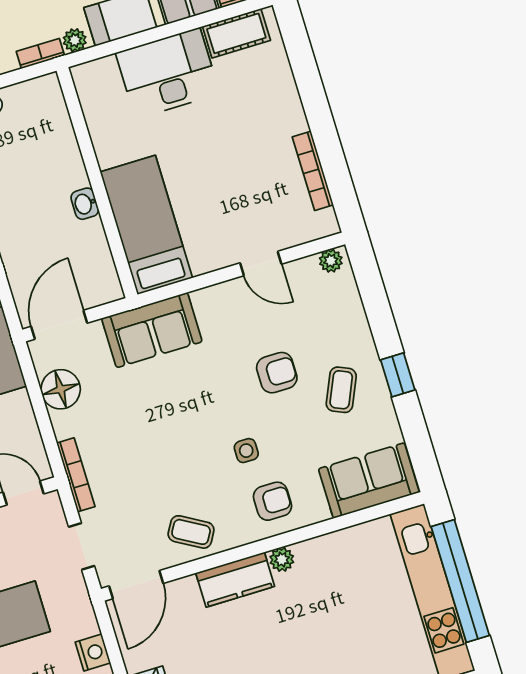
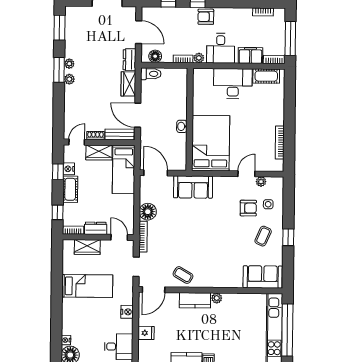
bed: (146, 225) -> (211, 143), width x1.50
plant: (331, 261) -> (261, 182), moved
door: (261, 264) -> (246, 174), swing flipped
door: (59, 325) -> (156, 173), hinge flipped
armchair: (277, 373) -> (248, 208), moved
floor lamp: (61, 389) -> (148, 212), moved
side table: (246, 451) -> (268, 204), moved
armchair: (272, 501) -> (220, 273), removed

